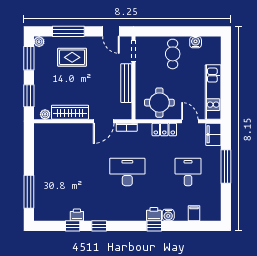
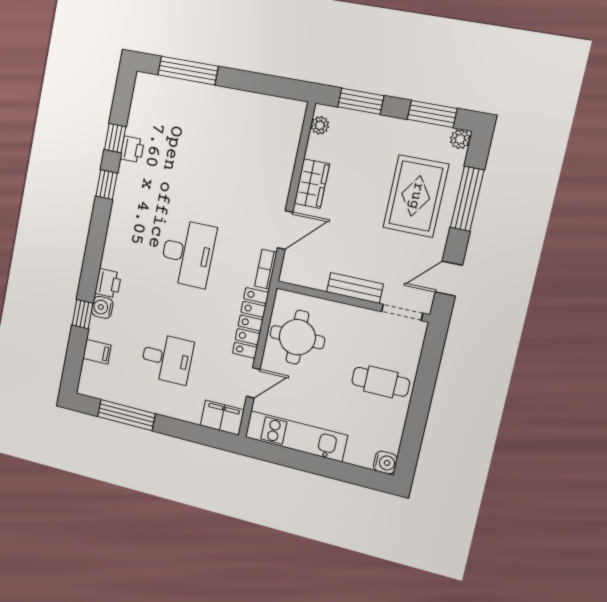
water cooler: (196, 42) -> (385, 463), moved
rug: (72, 57) -> (416, 196), width x1.36, depth x1.43
bench: (126, 83) -> (355, 288), width x0.73
wardrobe: (70, 112) -> (312, 184), width x0.67
door: (104, 121) -> (285, 230), swing flipped
locker: (164, 129) -> (250, 323), width x1.53
window: (226, 166) -> (126, 415), moved
window: (154, 226) -> (83, 314), moved

